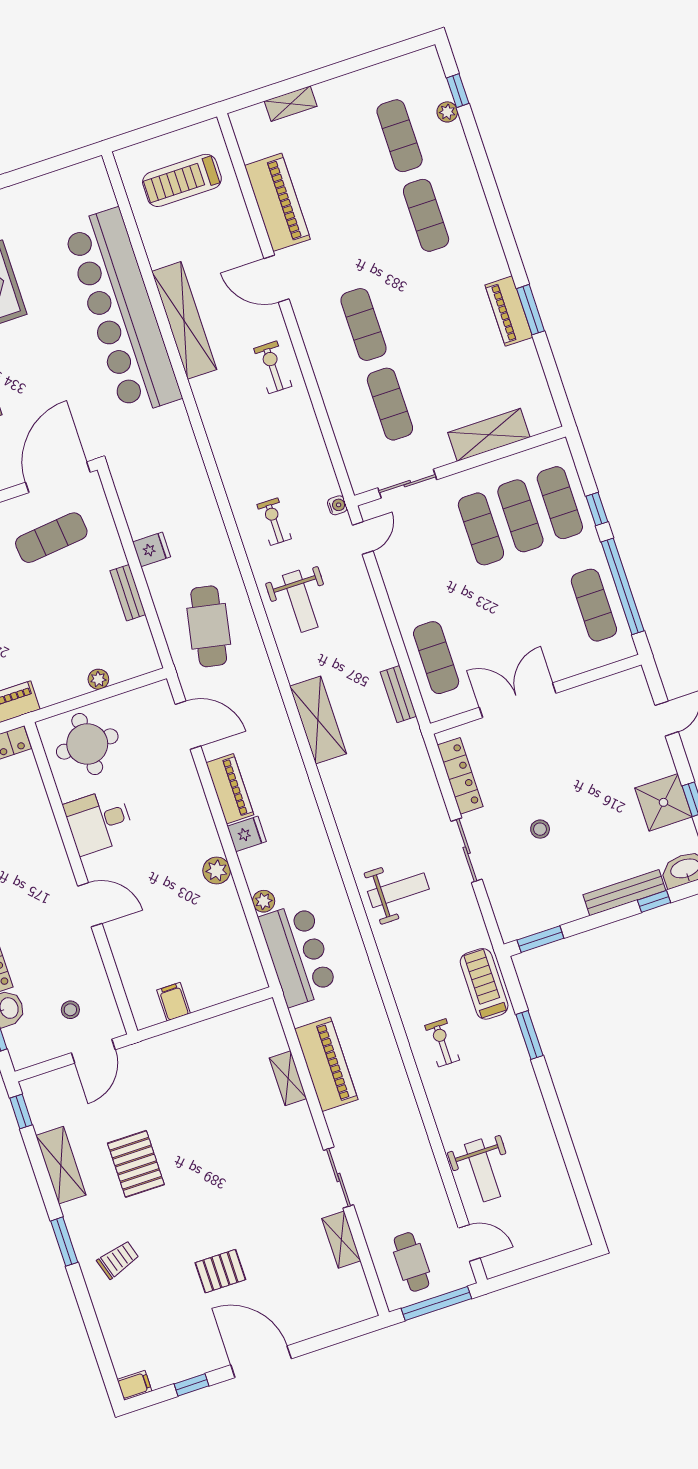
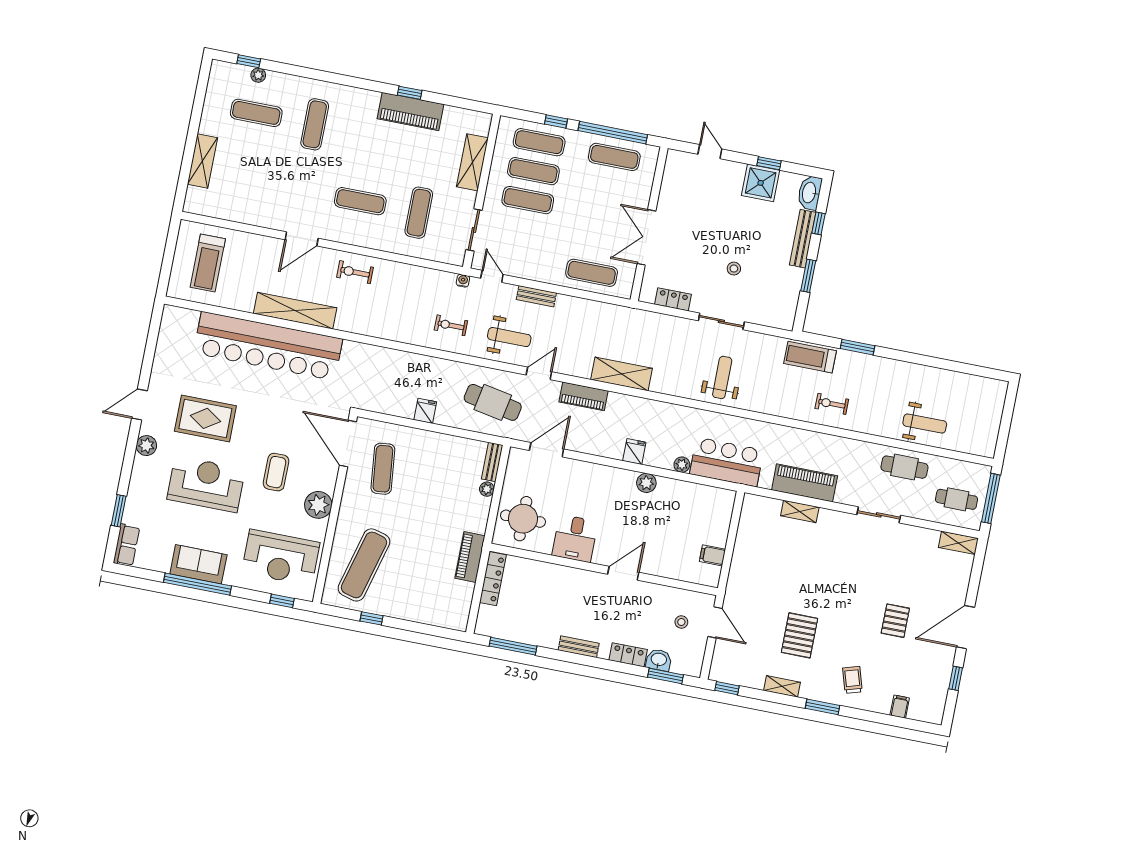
shelving: (291, 104) -> (202, 161), width x1.50, depth x1.33
piano: (277, 202) -> (255, 212), removed
exercise mat: (426, 215) -> (315, 124), turned 90
window: (531, 310) -> (410, 93), width x0.67
piano: (509, 311) -> (411, 112), width x1.37, depth x1.33
exercise mat: (390, 404) -> (419, 213), turned 90
bench: (128, 593) -> (492, 462), moved, turned 90
bench: (398, 694) -> (536, 296), moved
shelving: (318, 720) -> (622, 374), moved
locker: (460, 776) -> (673, 299), width x0.66
piano: (230, 789) -> (583, 396), moved, turned 180
window: (540, 939) -> (808, 276), moved
pallet: (136, 1164) -> (800, 635), turned 90
shelving: (61, 1165) -> (782, 686), width x0.67, depth x0.75
cafe table: (415, 1176) -> (904, 467), added
shelving: (341, 1240) -> (958, 543), moved
door: (469, 1243) -> (539, 373), moved
filing cabinet: (134, 1385) -> (900, 707), moved

